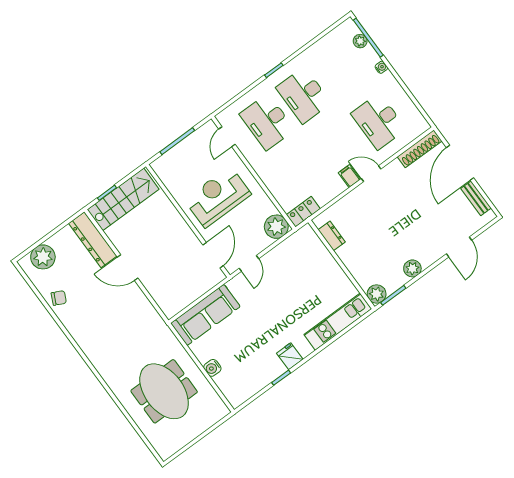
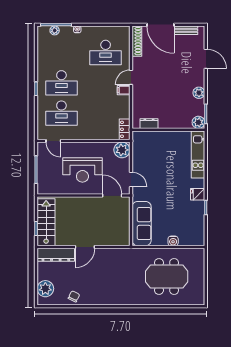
reception desk: (218, 197) -> (82, 170), turned -90

